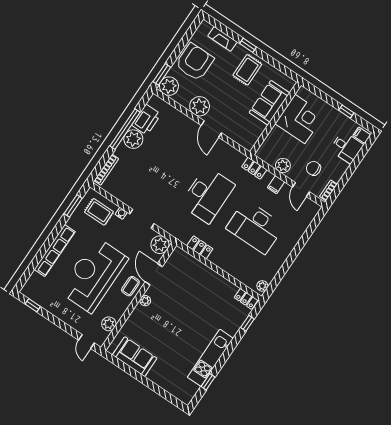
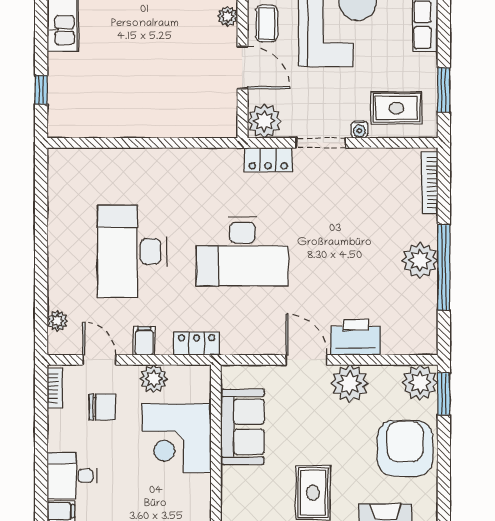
armchair: (195, 62) -> (405, 448), turned 180
sofa: (269, 103) -> (243, 427), moved
corner desk: (300, 119) -> (177, 438), moved
printer: (146, 120) -> (356, 337), moved, turned 90
desk: (207, 195) -> (242, 251), turned -90
desk: (255, 227) -> (132, 251), turned -90
locker: (200, 247) -> (268, 160), moved
plant: (262, 286) -> (57, 321), moved
locker: (246, 299) -> (69, 127), removed

